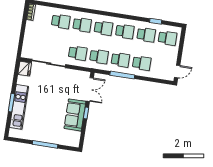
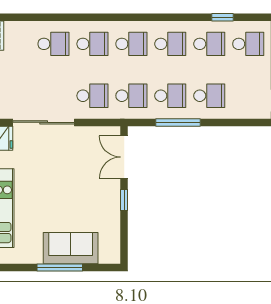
double door: (90, 89) -> (124, 157), swing flipped
sofa: (75, 115) -> (71, 248), moved, turned 90

